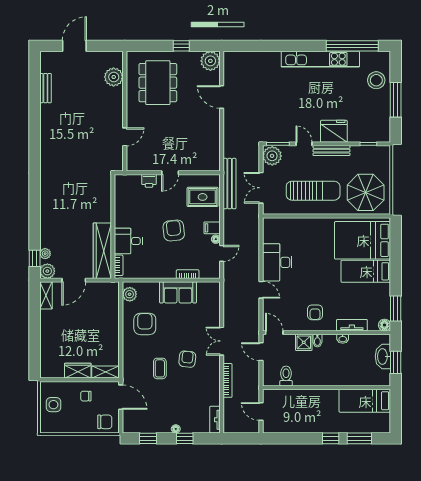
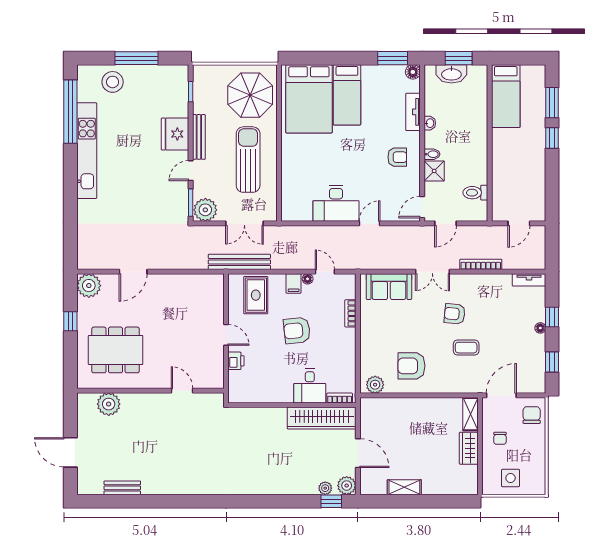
sofa: (178, 292) -> (389, 287), moved, turned 90
shelving: (46, 295) -> (404, 487), moved

